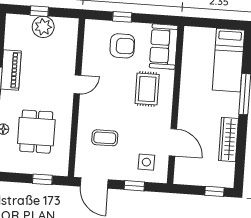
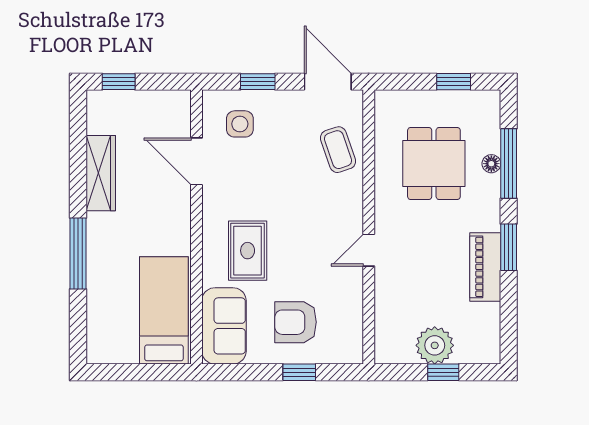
bed: (228, 60) -> (164, 310), moved
coffee table: (105, 138) -> (338, 150), moved, turned 71
window: (42, 179) -> (454, 82), moved

